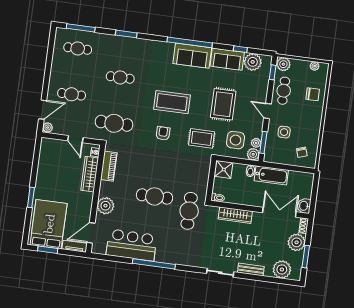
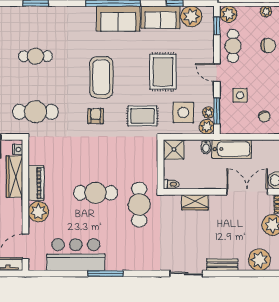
coffee table: (172, 102) -> (101, 77), turned 90
piano: (109, 166) -> (36, 183), moved
wardrobe: (235, 215) -> (195, 202), width x0.67
window: (154, 264) -> (105, 273), width x0.68

